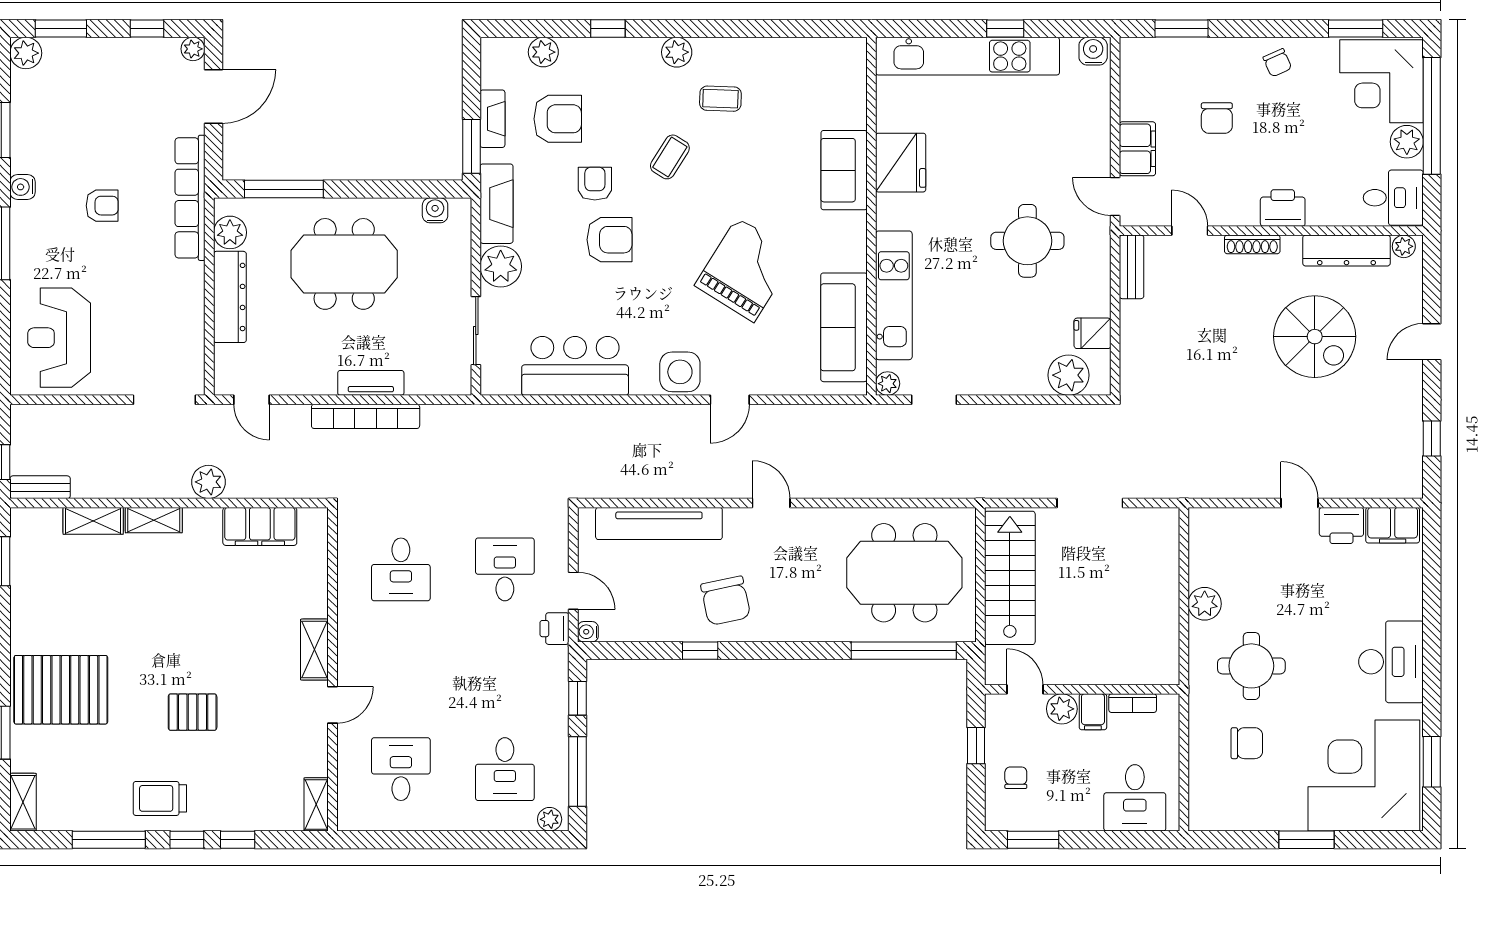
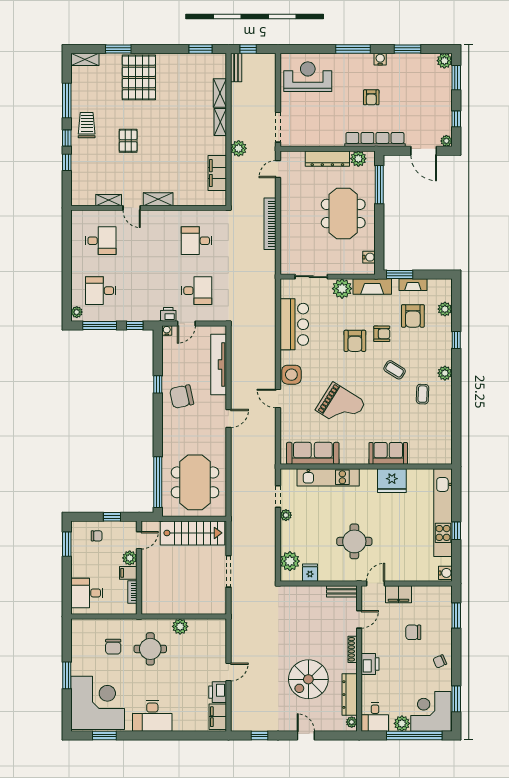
tv unit: (371, 383) -> (286, 226), removed
plant: (888, 384) -> (286, 515), moved
shelving: (316, 804) -> (109, 200), moved

